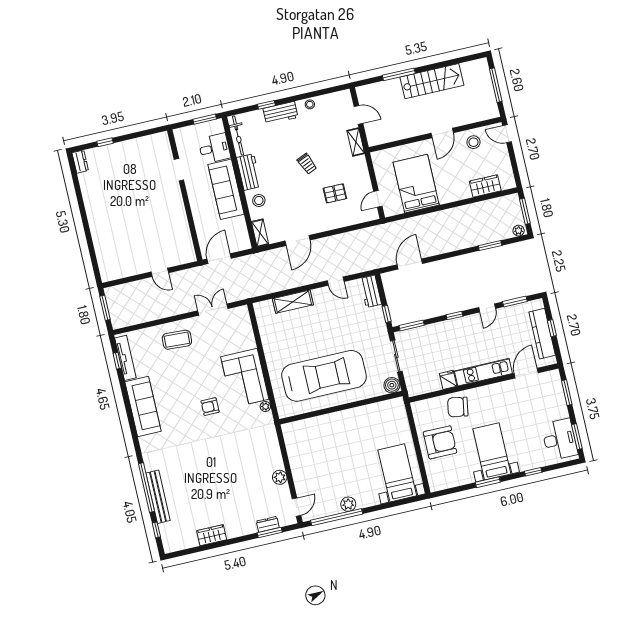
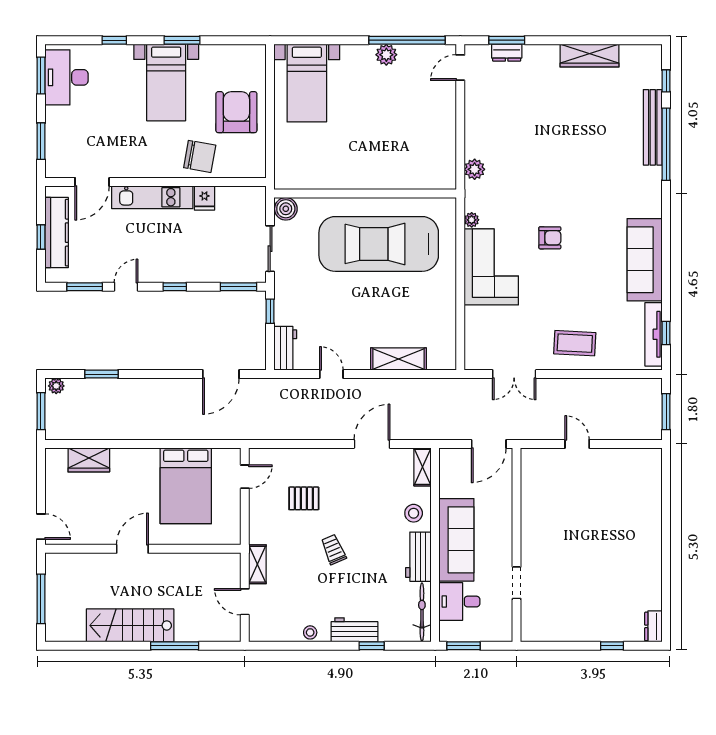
stool: (473, 142) -> (91, 526), removed
armchair: (440, 442) -> (236, 112), turned 90
plant: (280, 477) -> (475, 169), moved
wardrobe: (212, 535) -> (589, 55), width x1.50

